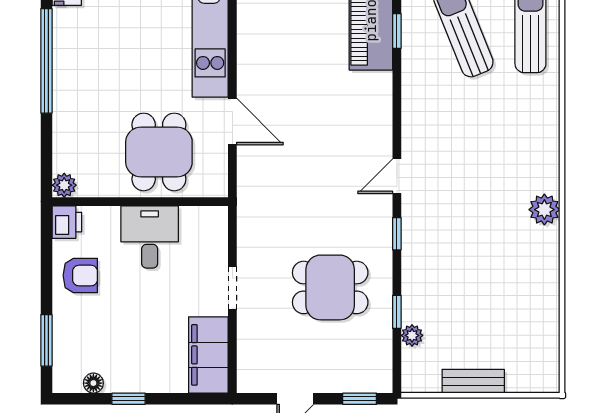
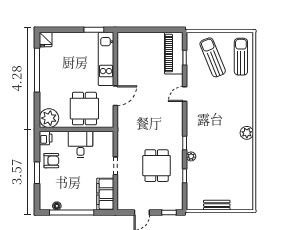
door: (232, 122) -> (115, 96), hinge flipped
door: (397, 176) -> (185, 94), moved
plant: (64, 185) -> (49, 118), width x1.88, depth x1.88
dining table: (330, 287) -> (157, 166), turned 90
plant: (412, 335) -> (191, 156), moved
window: (46, 340) -> (37, 173), moved
window: (129, 399) -> (72, 213), width x3.17

